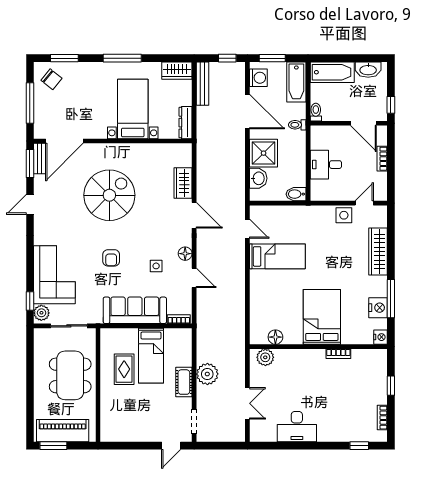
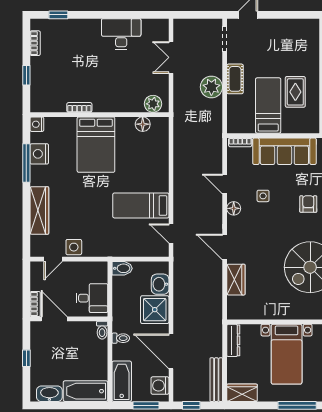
toilet: (316, 112) -> (102, 330), moved
wall: (349, 123) -> (69, 319), moved
door: (363, 123) -> (54, 319), moved

